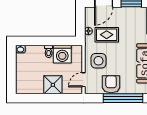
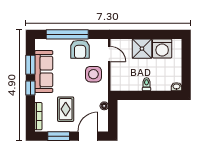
rug: (107, 35) -> (66, 109), moved, turned 90
washing machine: (62, 54) -> (162, 48), moved, turned 180
door: (83, 80) -> (109, 54), hinge flipped

